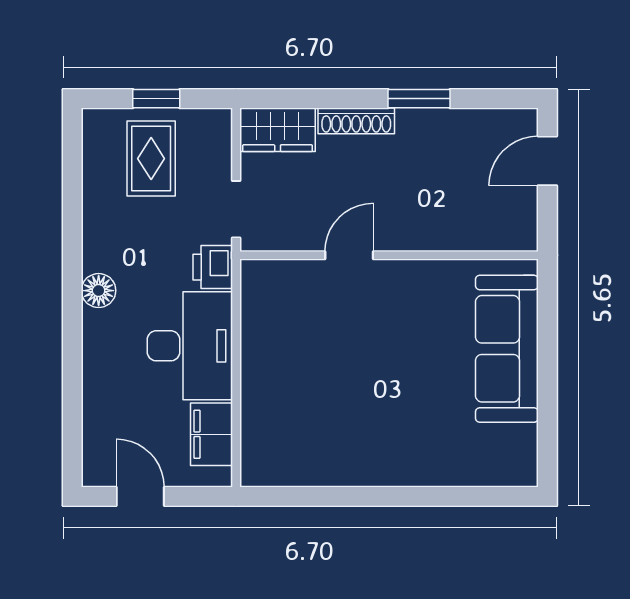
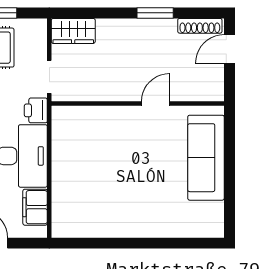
shoe rack: (356, 121) -> (200, 26), moved
door: (349, 255) -> (156, 104), moved

